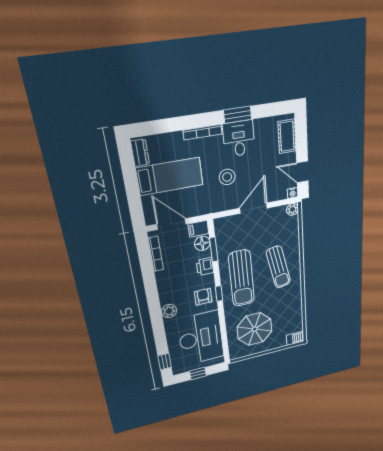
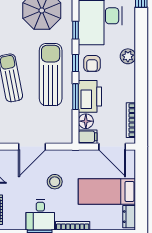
window: (214, 250) -> (75, 97), moved
printer: (205, 266) -> (90, 96), width x1.87, depth x1.48
window: (222, 321) -> (75, 30), added

